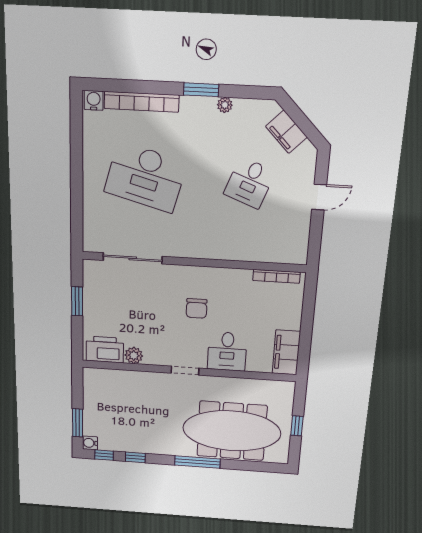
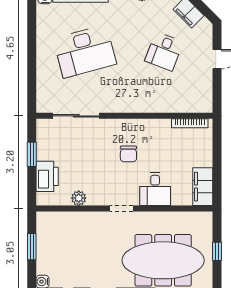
desk: (145, 177) -> (85, 51), turned -30
printer: (105, 350) -> (47, 176), moved, turned 90
window: (77, 423) -> (32, 247), moved

